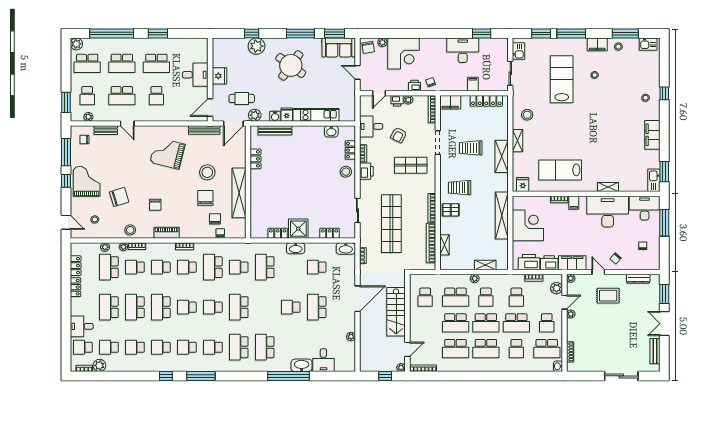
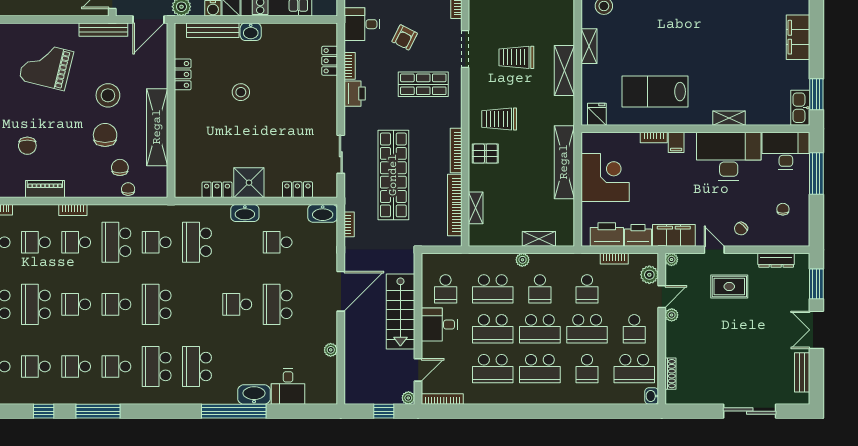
washbasin: (331, 131) -> (251, 32), moved
stool: (346, 172) -> (241, 92), moved
desk: (421, 320) -> (439, 325), added

